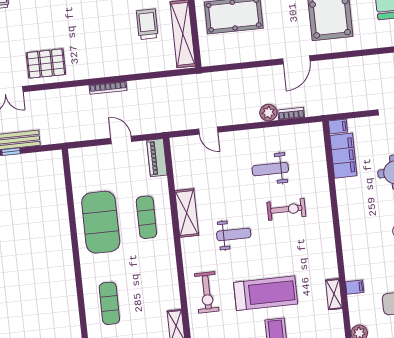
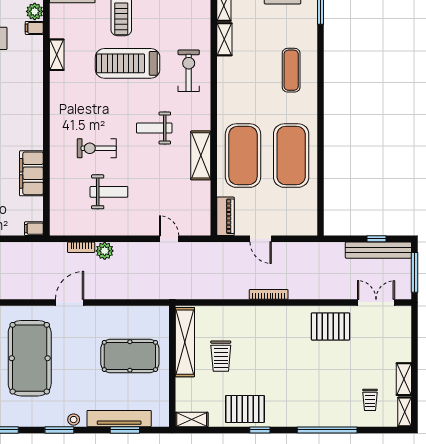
filing cabinet: (343, 156) -> (31, 173), moved
exercise mat: (146, 217) -> (243, 156), width x2.00, depth x1.45
filing cabinet: (355, 287) -> (34, 28), moved

